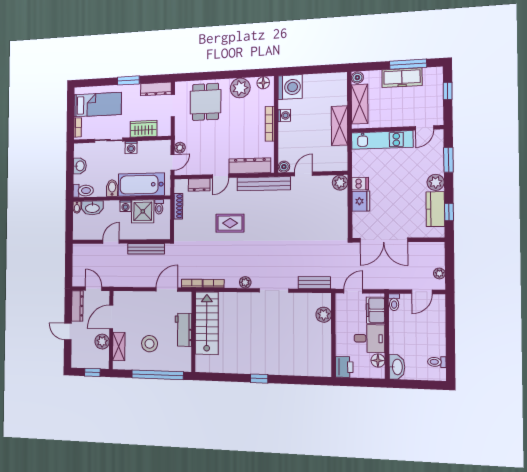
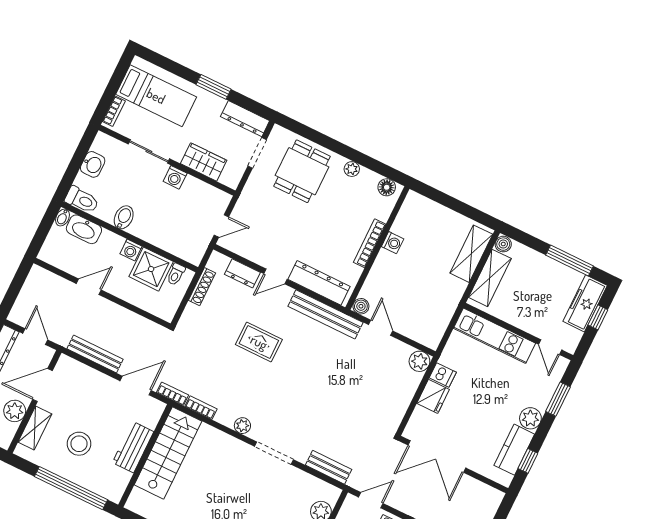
freezer: (402, 78) -> (585, 303), moved, turned 90
washing machine: (290, 87) -> (417, 211), removed
plant: (240, 88) -> (352, 169), width x0.53, depth x0.53
shelving: (339, 126) -> (471, 254), moved
door: (424, 128) -> (550, 347), hinge flipped
plant: (180, 148) -> (240, 212), removed
door: (303, 174) -> (381, 328), hinge flipped
bathtub: (141, 185) -> (166, 233), removed
bench: (146, 249) -> (95, 354), moved

